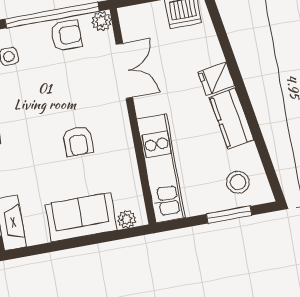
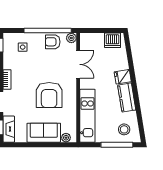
armchair: (66, 35) -> (53, 42), turned 180
armchair: (78, 141) -> (49, 95), width x1.88, depth x1.88
window: (229, 215) -> (117, 145), width x1.44

